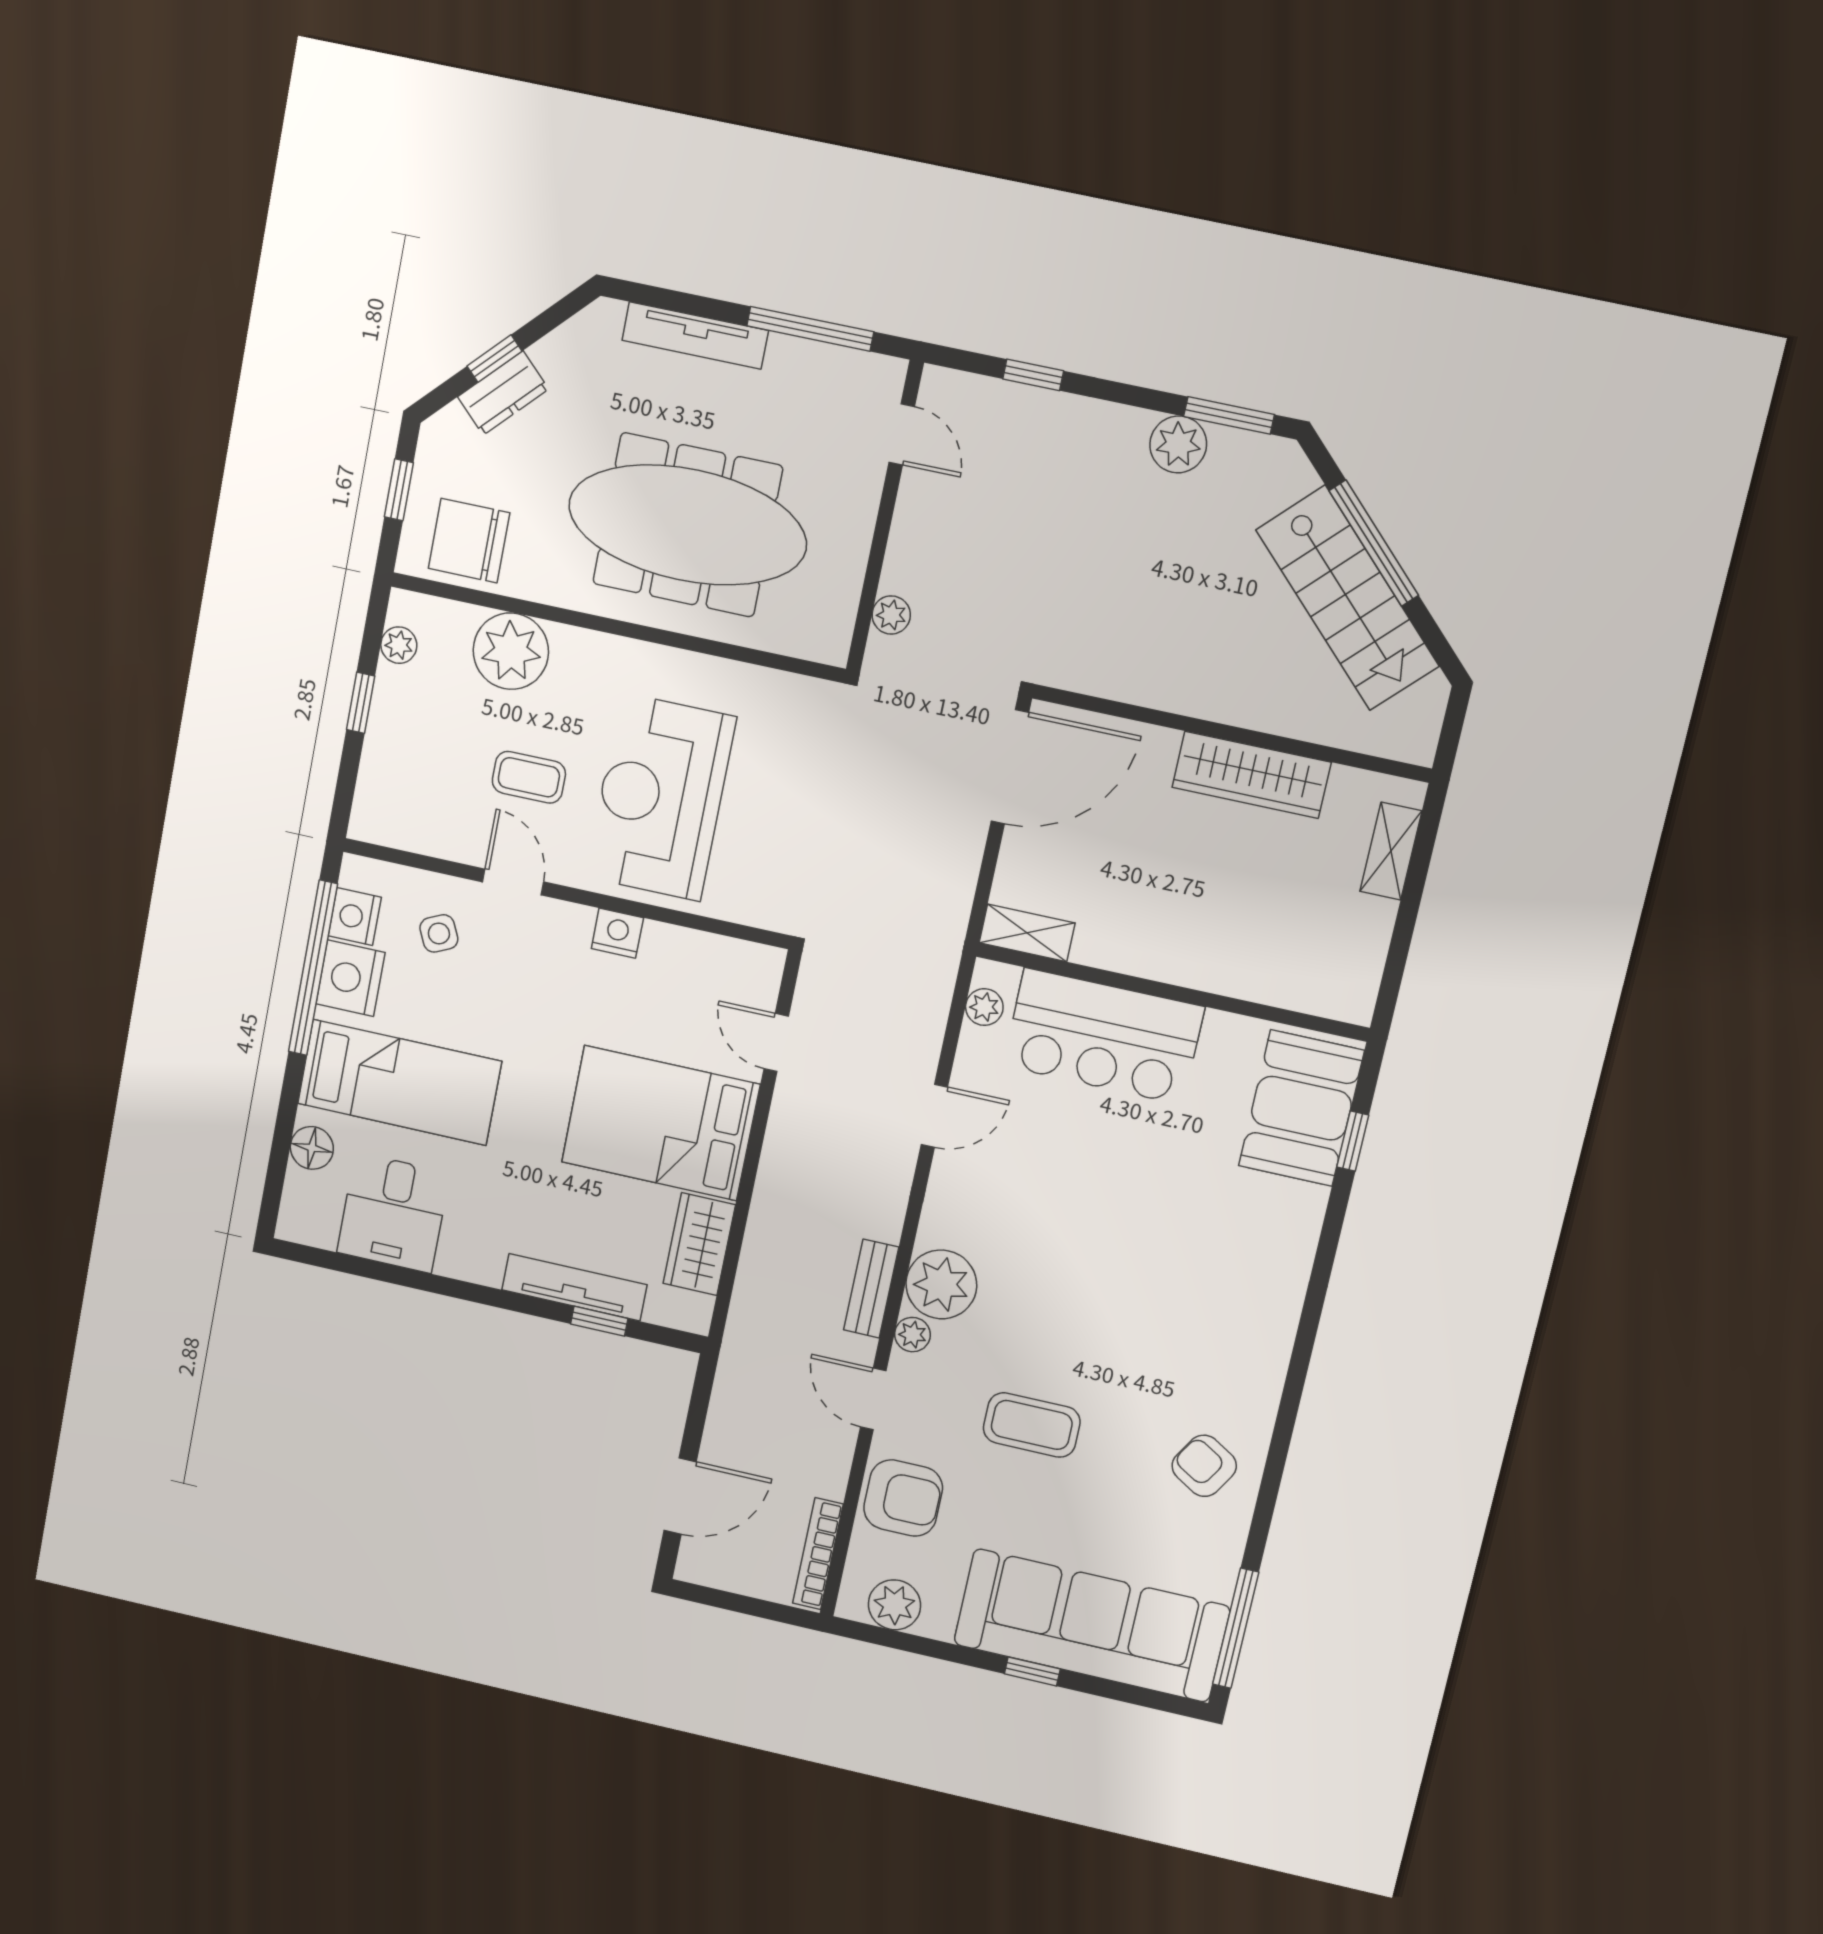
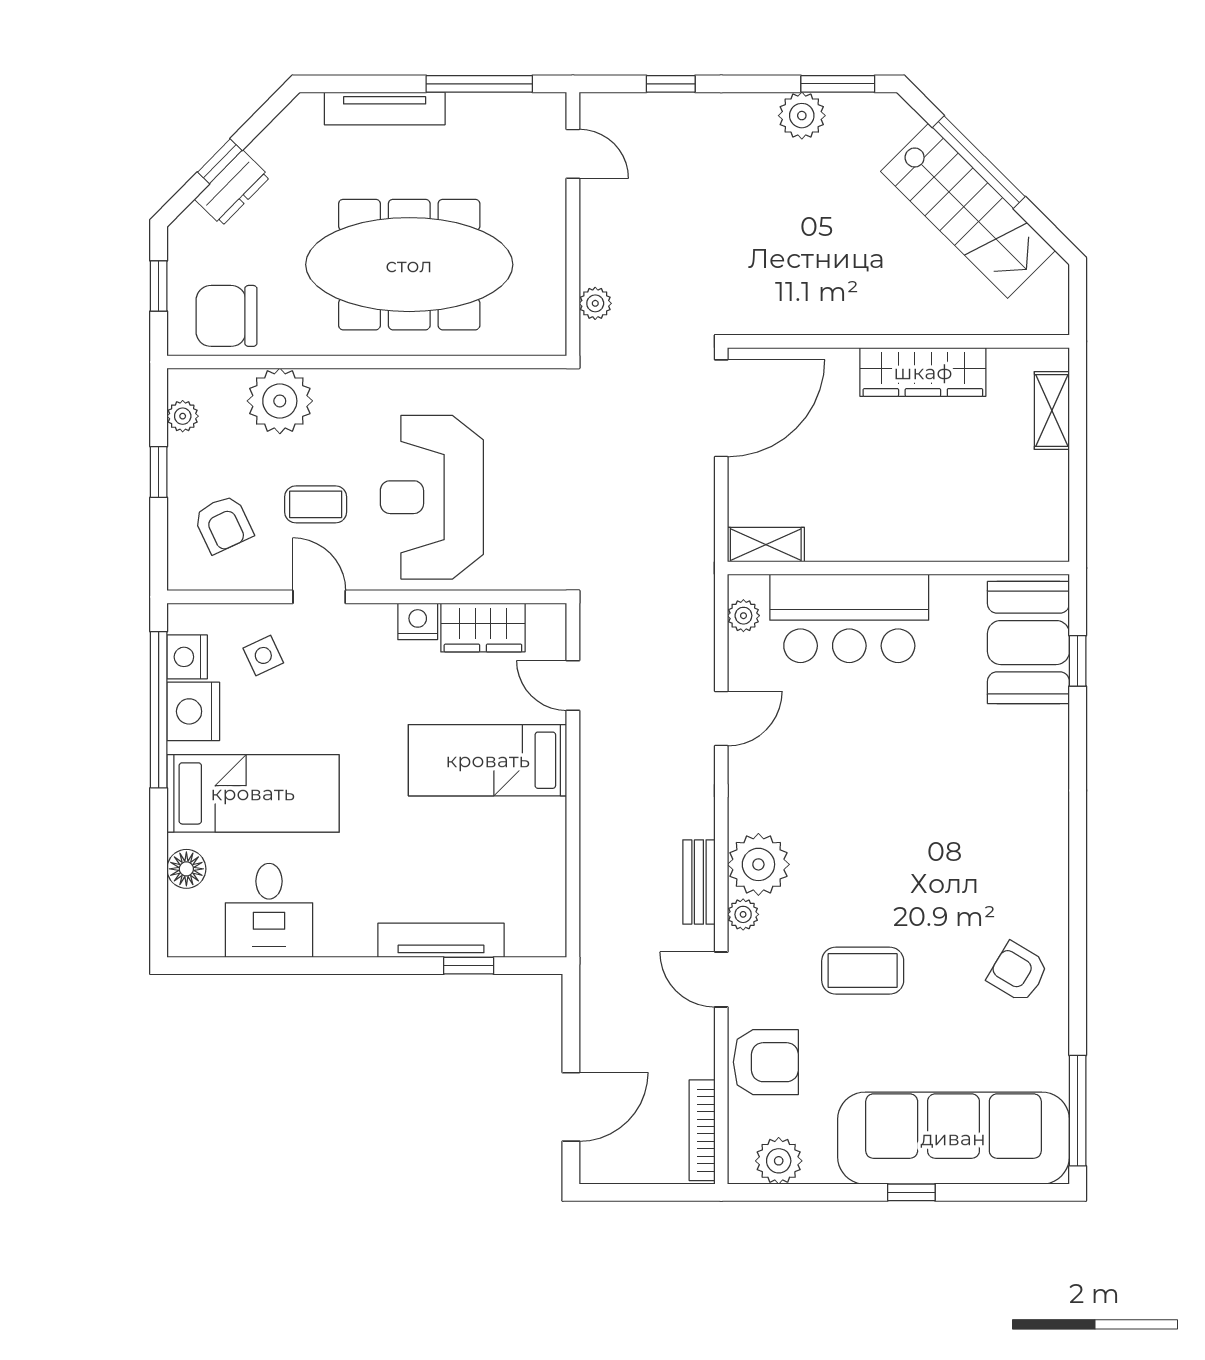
armchair: (422, 777) -> (223, 524), added
bed: (661, 1123) -> (488, 760), width x0.67
wardrobe: (699, 1244) -> (483, 628), moved, turned -90

